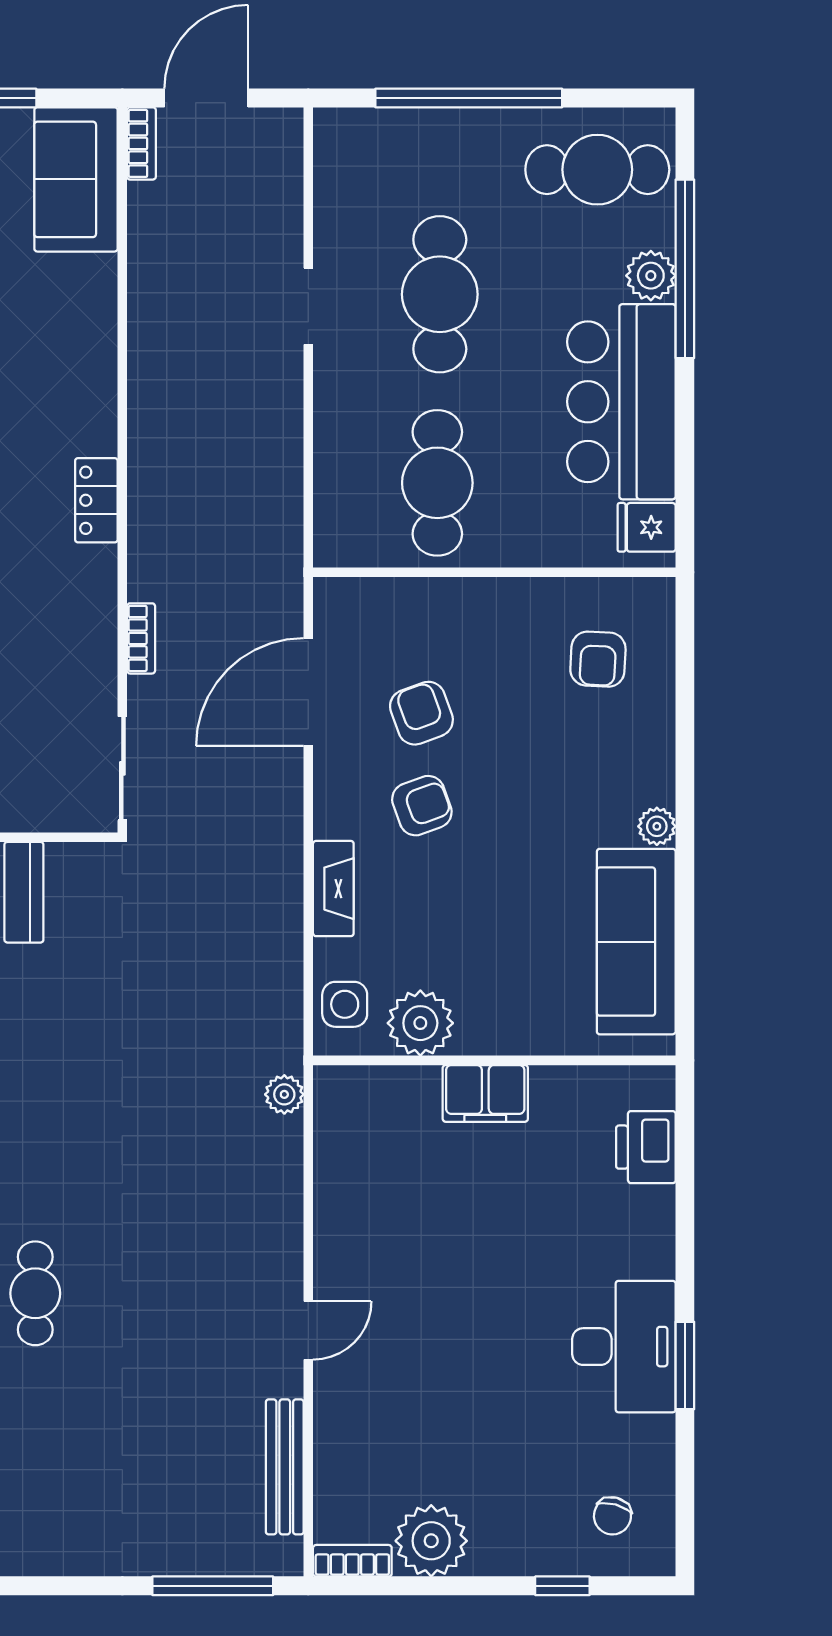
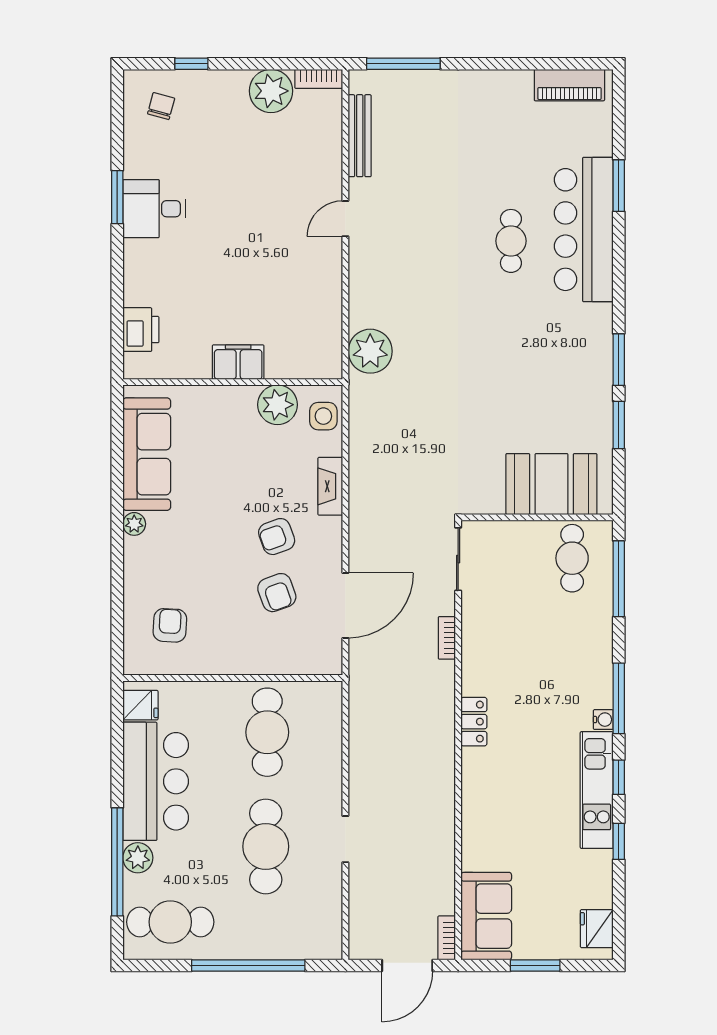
plant: (284, 1094) -> (370, 351), width x1.87, depth x1.87
desk: (624, 1347) -> (154, 209), width x0.73

